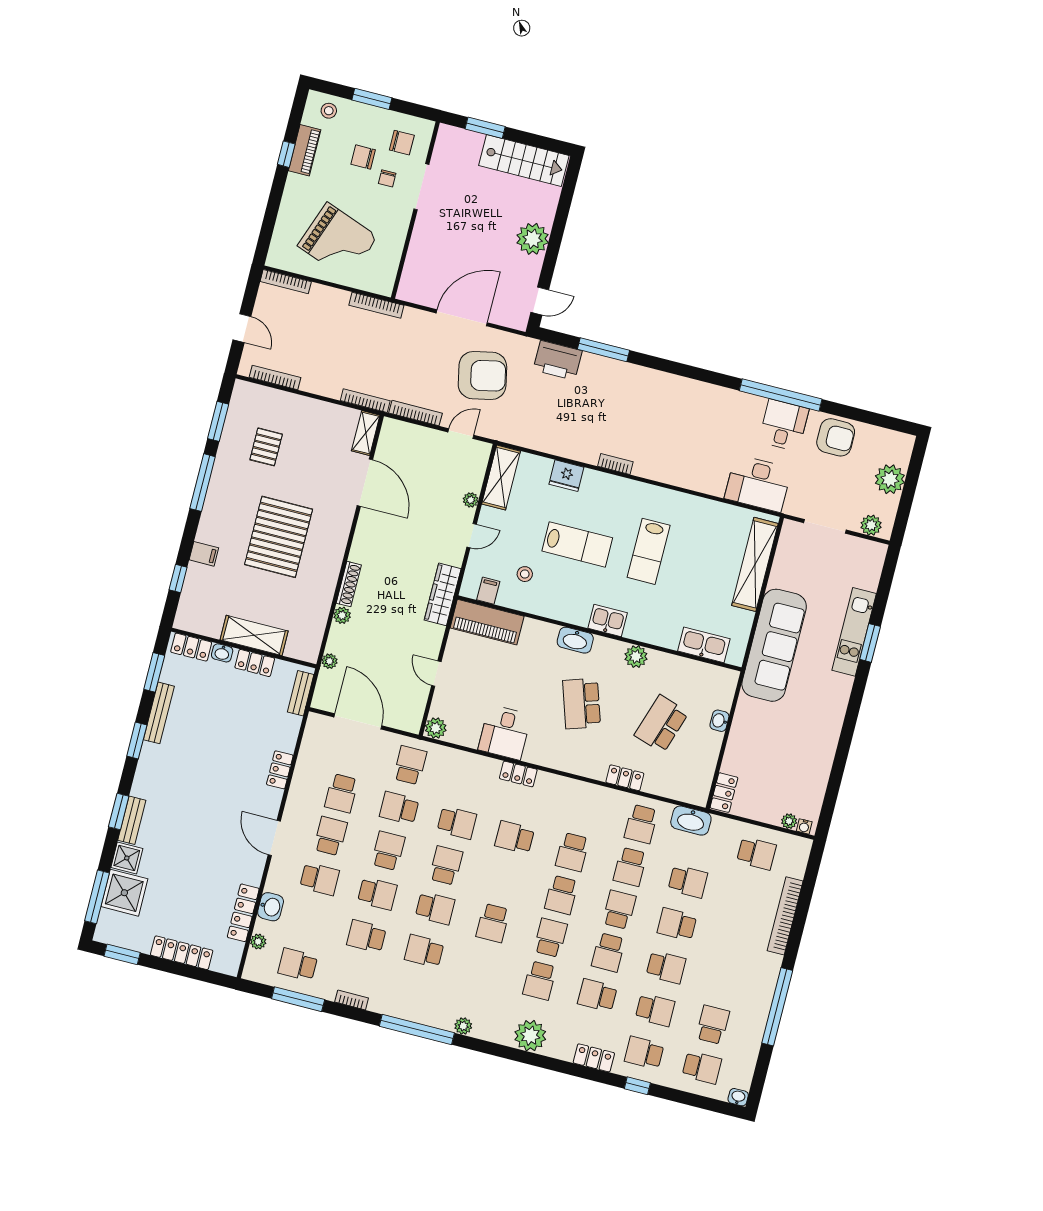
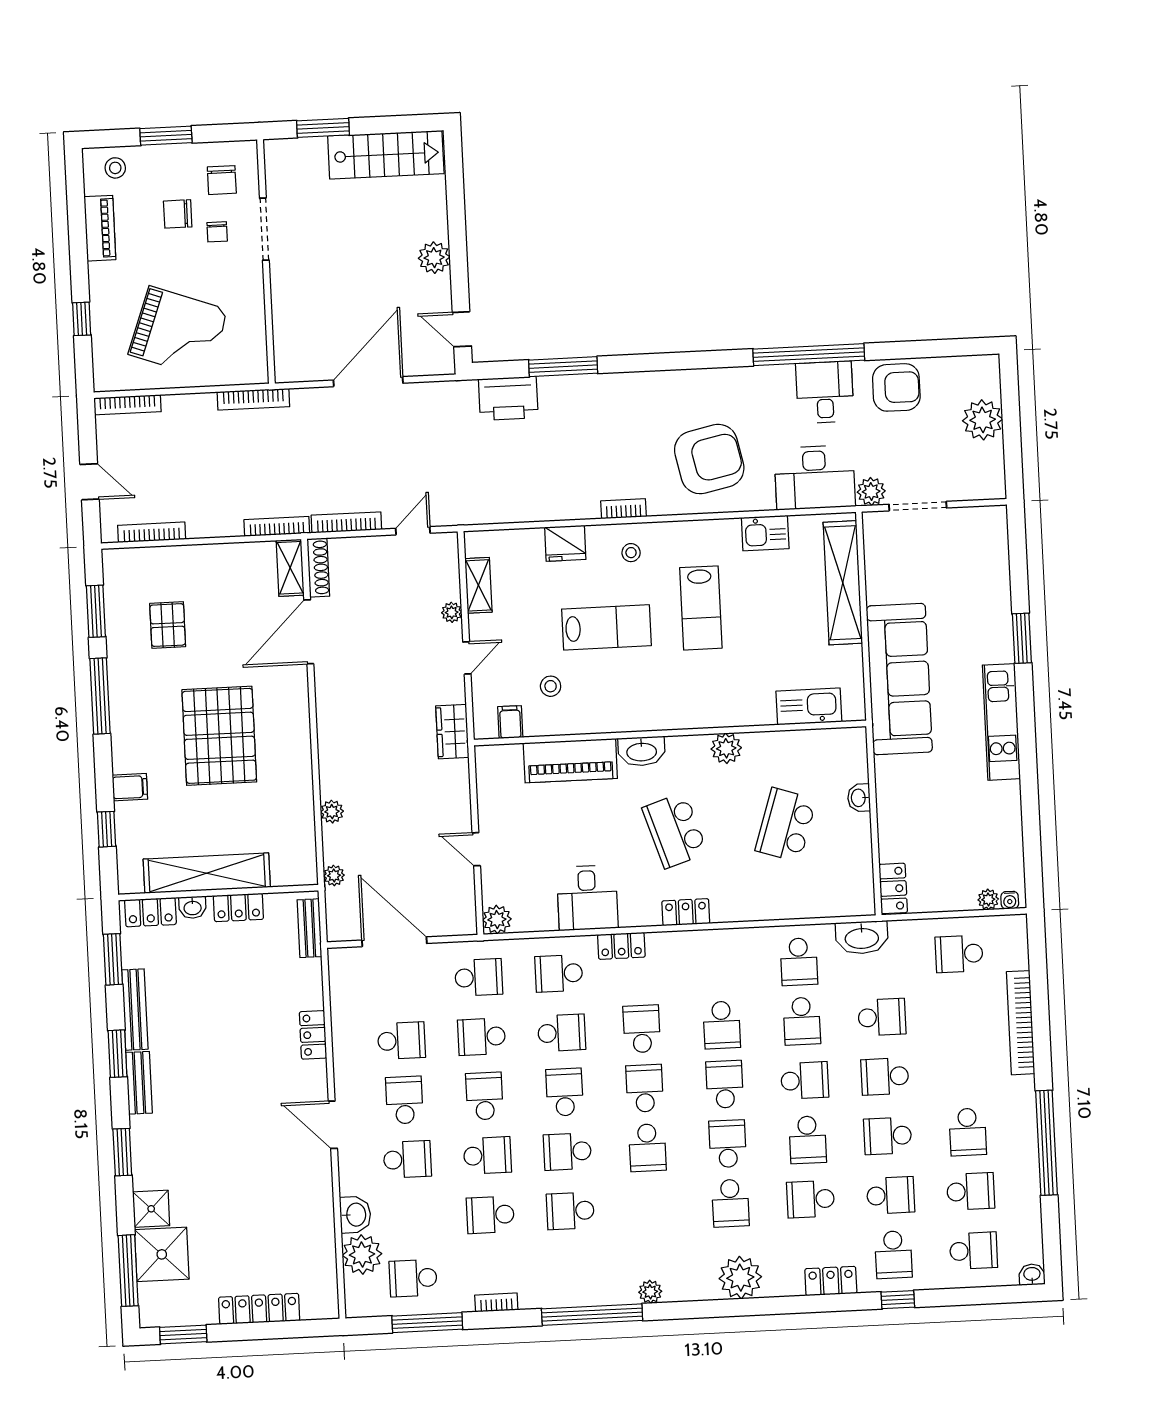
chair: (402, 143) -> (222, 180), turned 90
window: (286, 154) -> (82, 319), moved
plant: (533, 239) -> (434, 258), width x0.73, depth x0.73
door: (540, 301) -> (462, 329), swing flipped
armchair: (482, 376) -> (709, 459), moved
shelving: (501, 478) -> (478, 585), width x0.67, depth x0.75
door: (365, 483) -> (309, 632), swing flipped
stool: (611, 497) -> (631, 553), added
plant: (871, 525) -> (871, 491), moved
shoe rack: (349, 584) -> (318, 567), moved
wardrobe: (443, 594) -> (452, 732), width x0.67
kitchen sink: (608, 620) -> (765, 533), moved, turned 180
piano: (487, 622) -> (570, 761), moved
kitchen unit: (854, 632) -> (1001, 722), moved
shelving: (254, 635) -> (207, 873), width x1.47
school desk: (410, 765) -> (479, 977), turned 90
locker: (625, 778) -> (686, 912), moved
school desk: (468, 780) -> (559, 973), added
school desk: (341, 793) -> (402, 1041), turned -90
bench: (132, 820) -> (139, 1083), moved
school desk: (515, 837) -> (642, 1029), turned 90
school desk: (756, 853) -> (959, 954), turned 180
school desk: (504, 880) -> (645, 1088), added
school desk: (561, 895) -> (725, 1084), turned 180
school desk: (435, 908) -> (567, 1152), turned 180
school desk: (619, 910) -> (805, 1080), turned 90
locker: (243, 913) -> (323, 1233), removed
plant: (258, 942) -> (362, 1255), width x1.87, depth x1.87
school desk: (666, 967) -> (888, 1136), turned 180
school desk: (724, 982) -> (968, 1132), added
school desk: (713, 1025) -> (971, 1191), turned 90
school desk: (644, 1053) -> (893, 1255), turned -90

